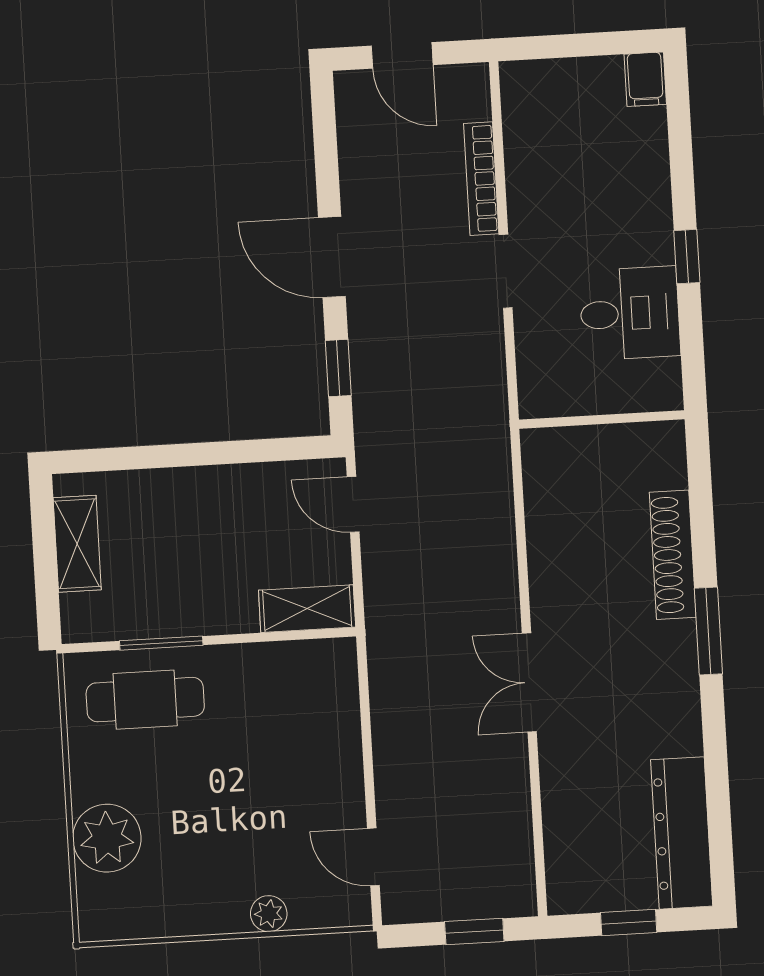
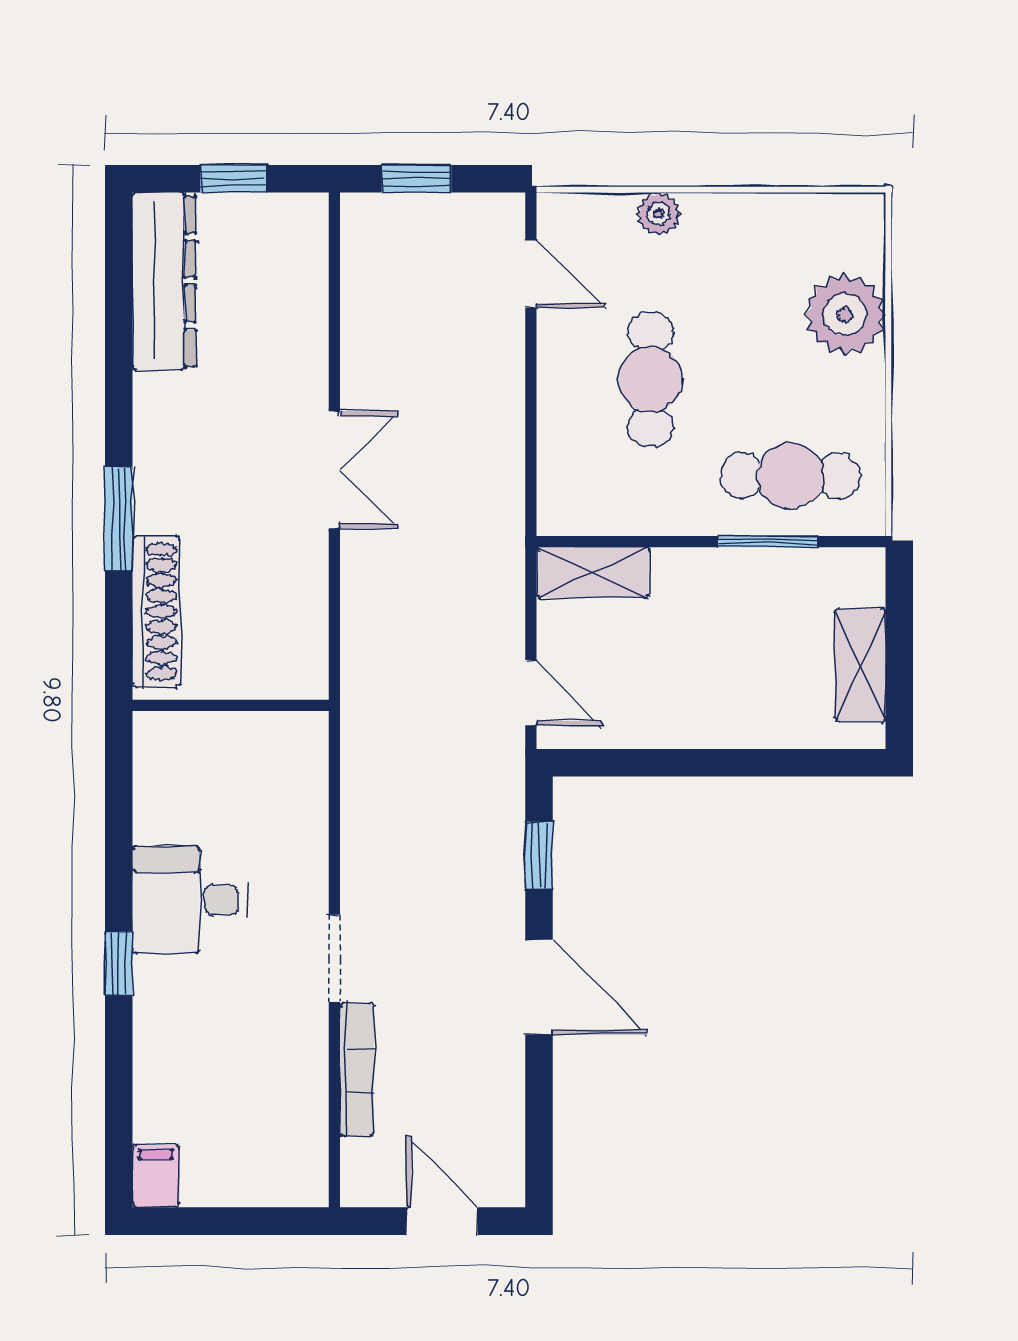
wall: (602, 419) -> (231, 705), moved
cafe table: (268, 774) -> (650, 379), added

